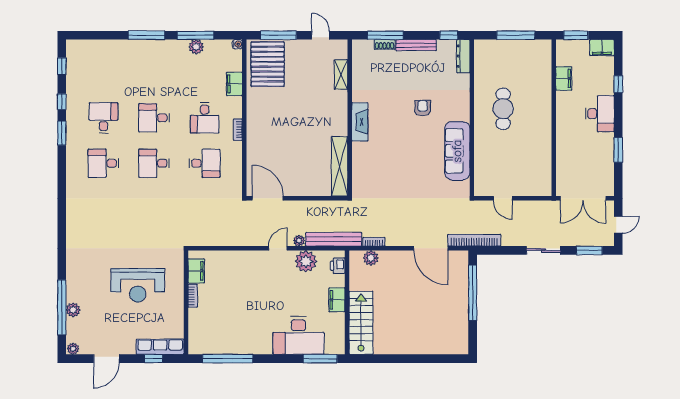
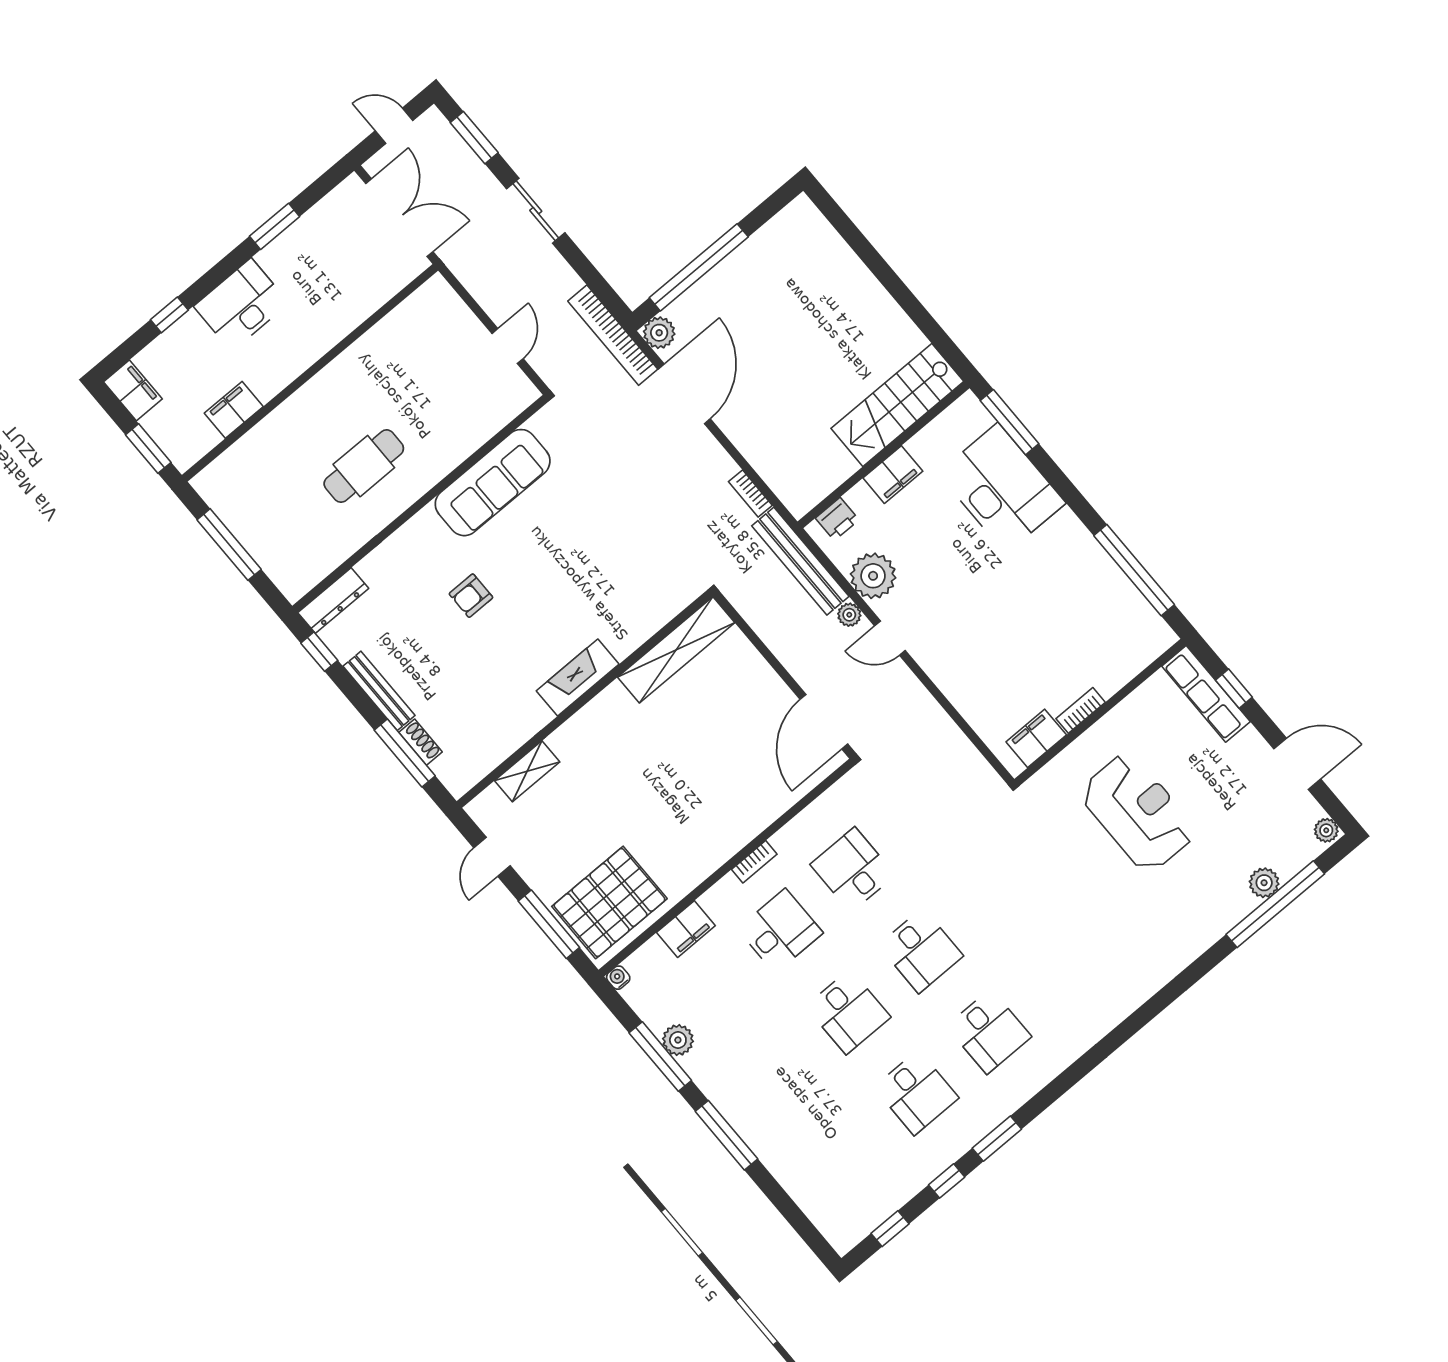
desk: (103, 118) -> (916, 1093), turned -90
plant: (371, 258) -> (659, 333), moved

